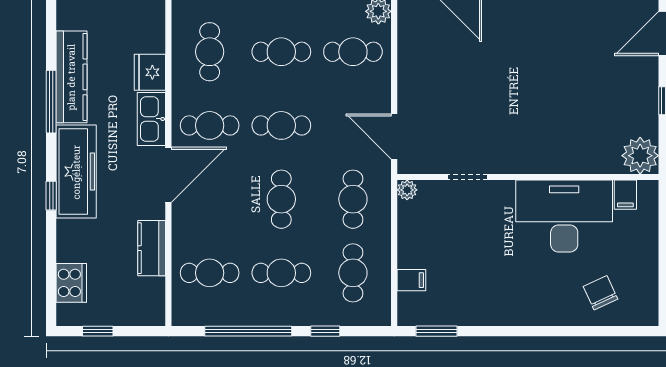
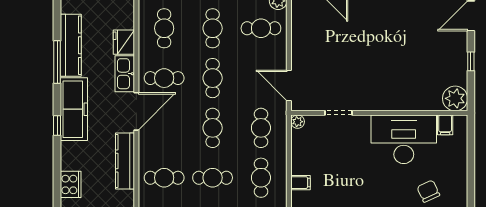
cafe table: (281, 52) -> (213, 28), turned 90
cafe table: (281, 125) -> (213, 78), turned 90
kitchen counter: (152, 248) -> (125, 161), width x1.50

